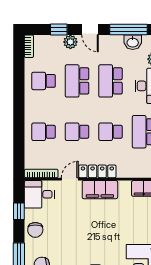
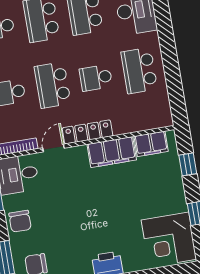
school desk: (77, 132) -> (53, 85), width x1.85
filing cabinet: (100, 190) -> (112, 152), moved

